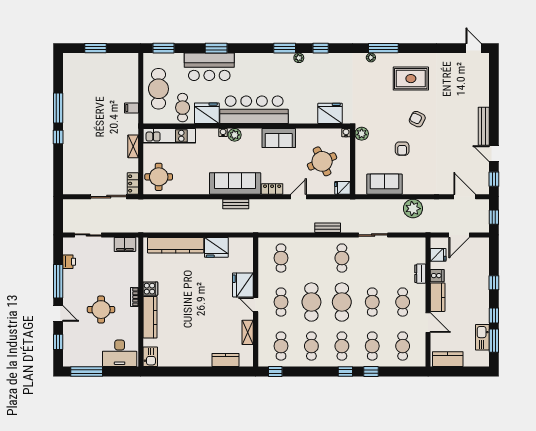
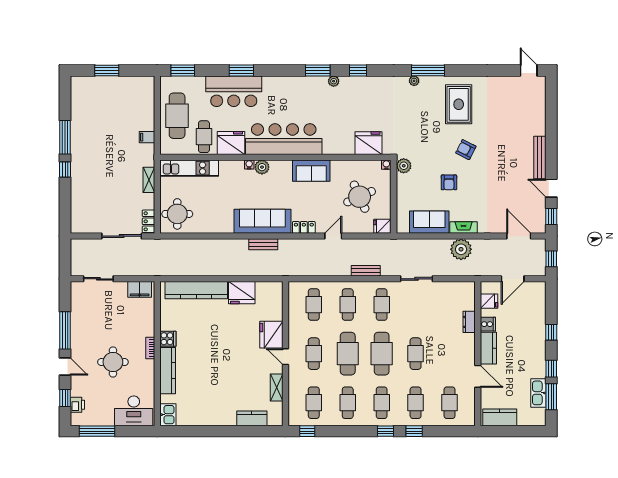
rug: (411, 79) -> (459, 104), turned 90
fireplace: (415, 189) -> (464, 228), added
printer: (69, 262) -> (77, 405), moved
cafe table: (403, 302) -> (348, 305), moved

